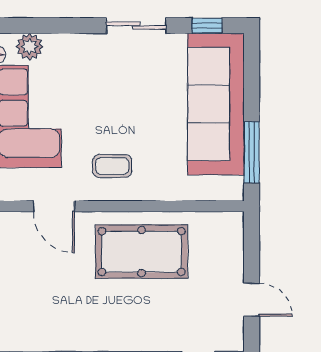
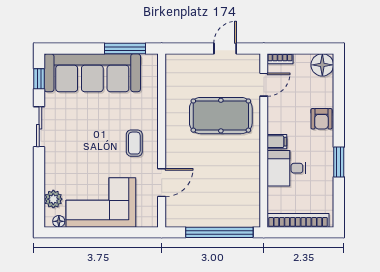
pool table: (142, 252) -> (221, 116), moved, turned 90

